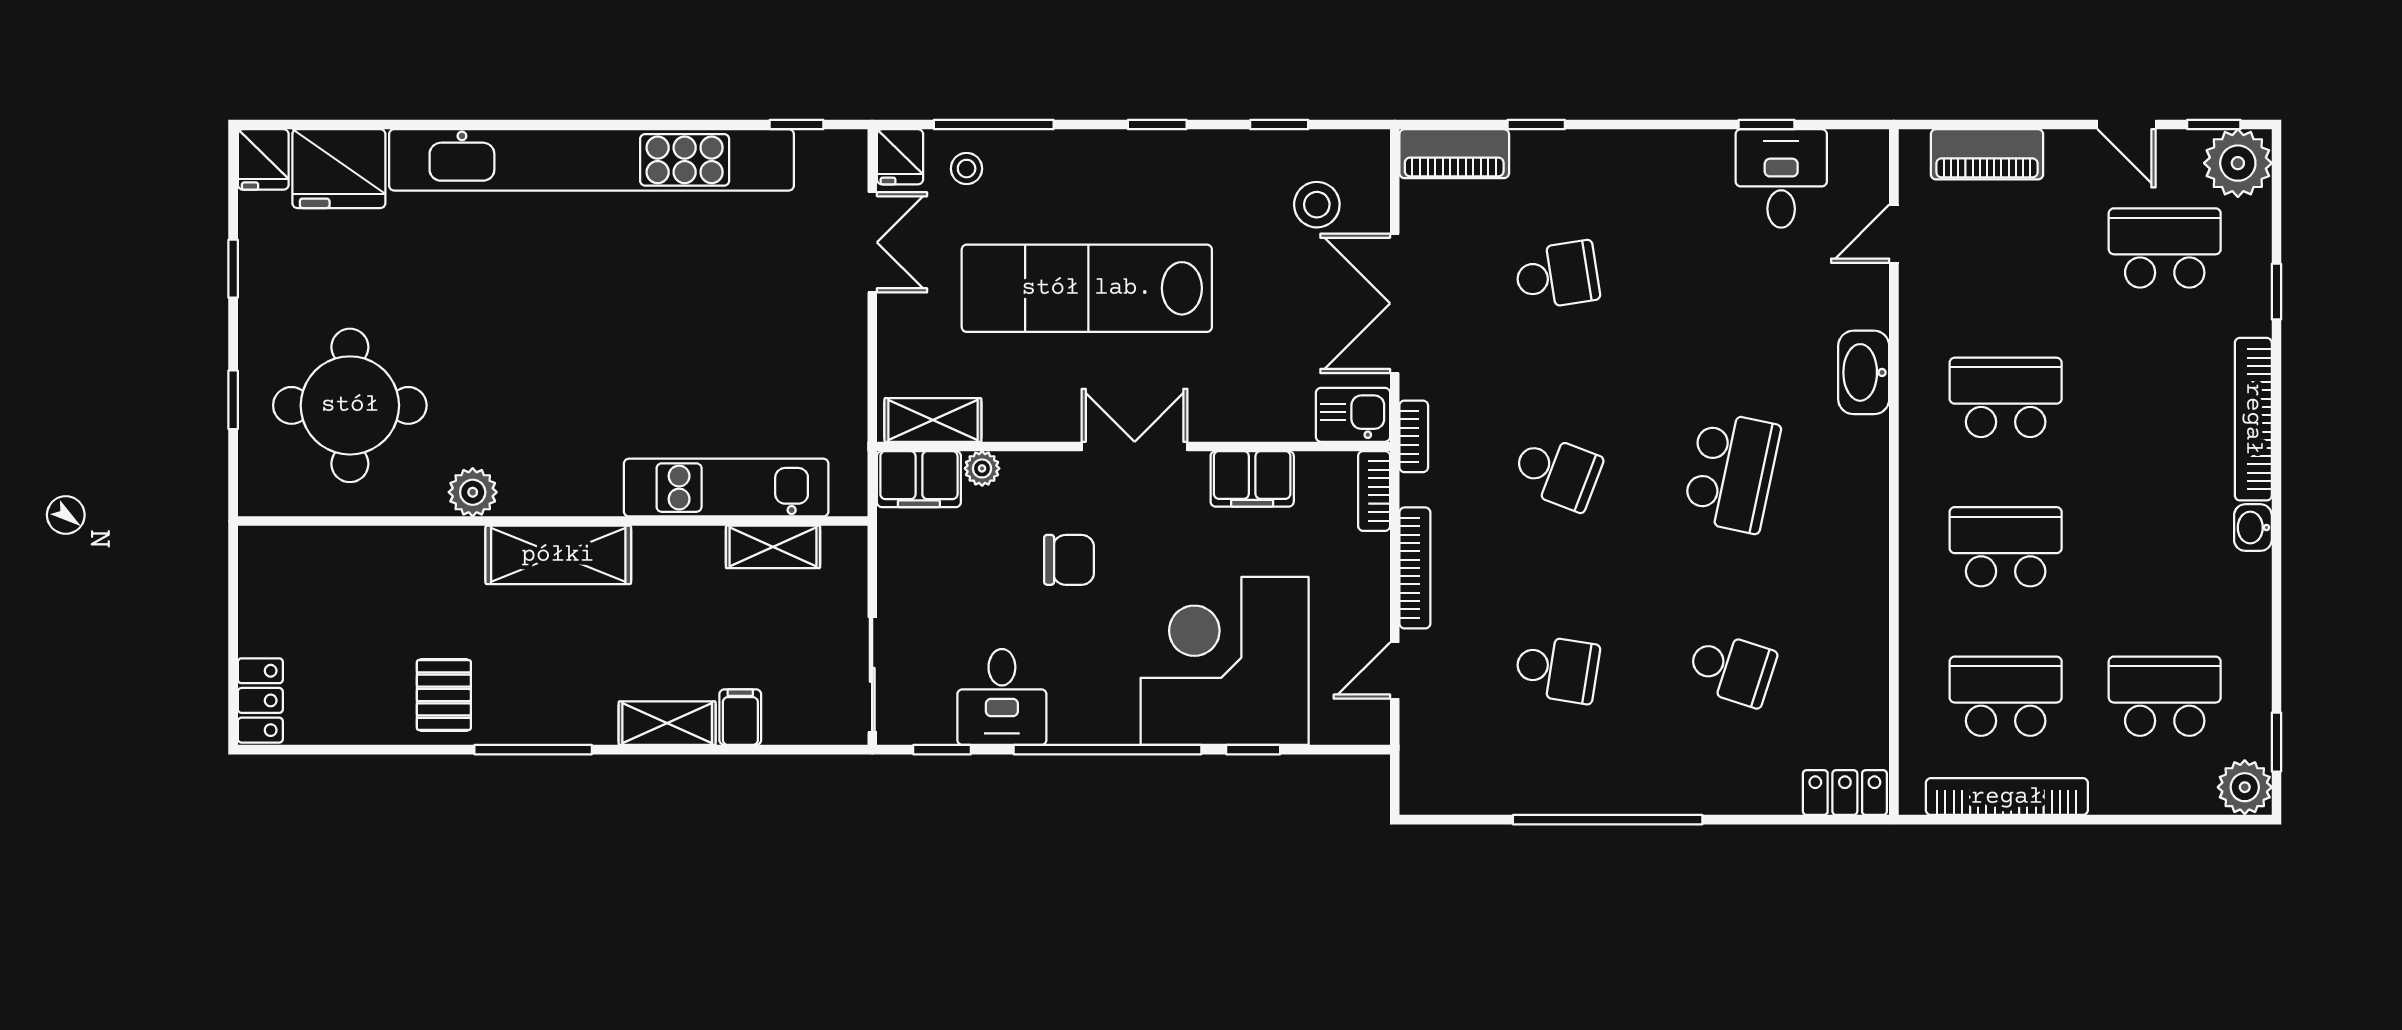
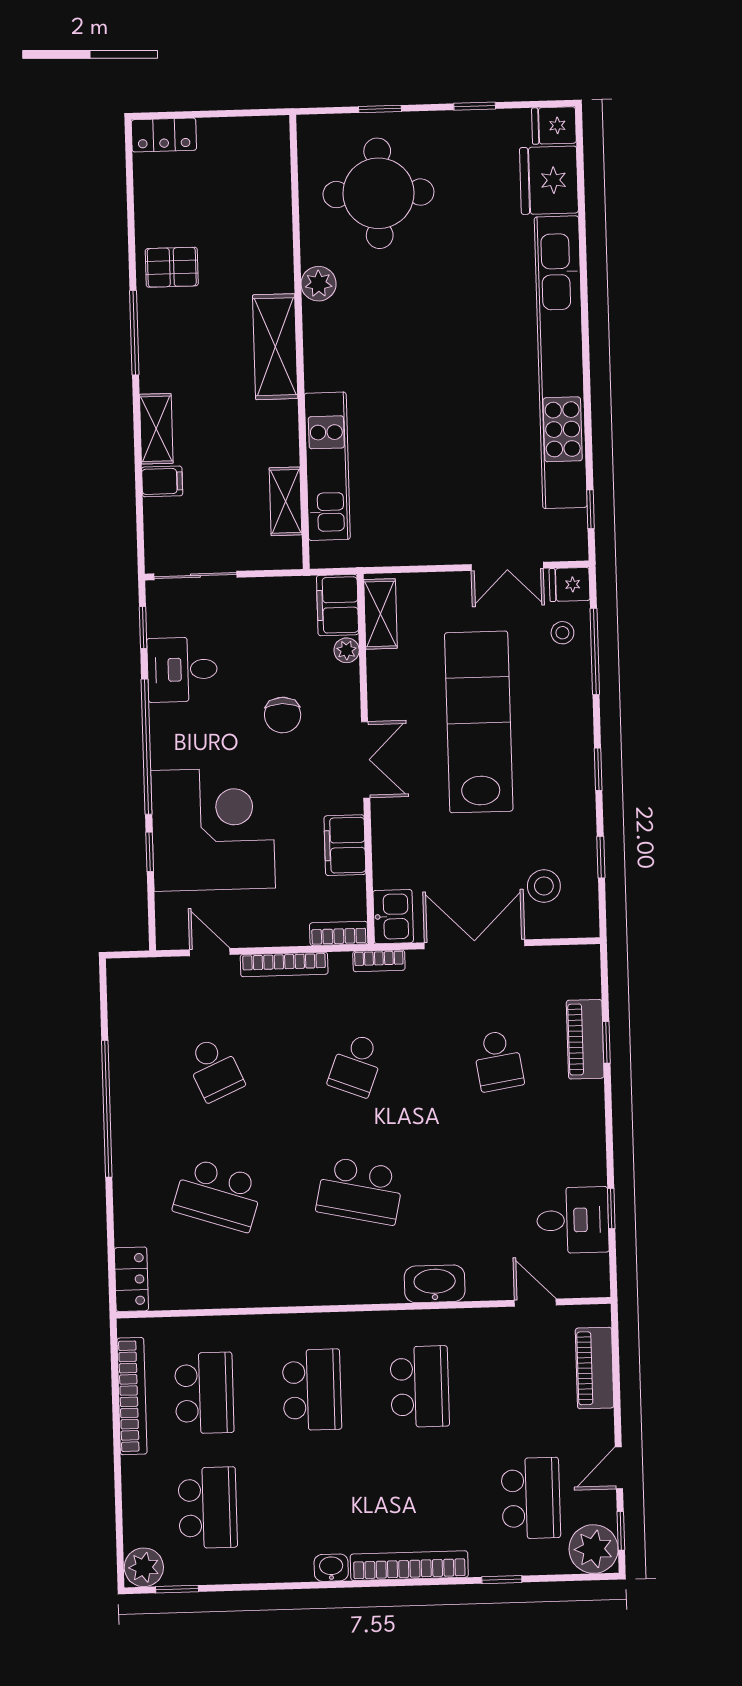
piano: (1454, 154) -> (585, 1039), moved
school desk: (1557, 669) -> (214, 1069), turned -33
school desk: (1732, 669) -> (218, 1195), width x1.85

